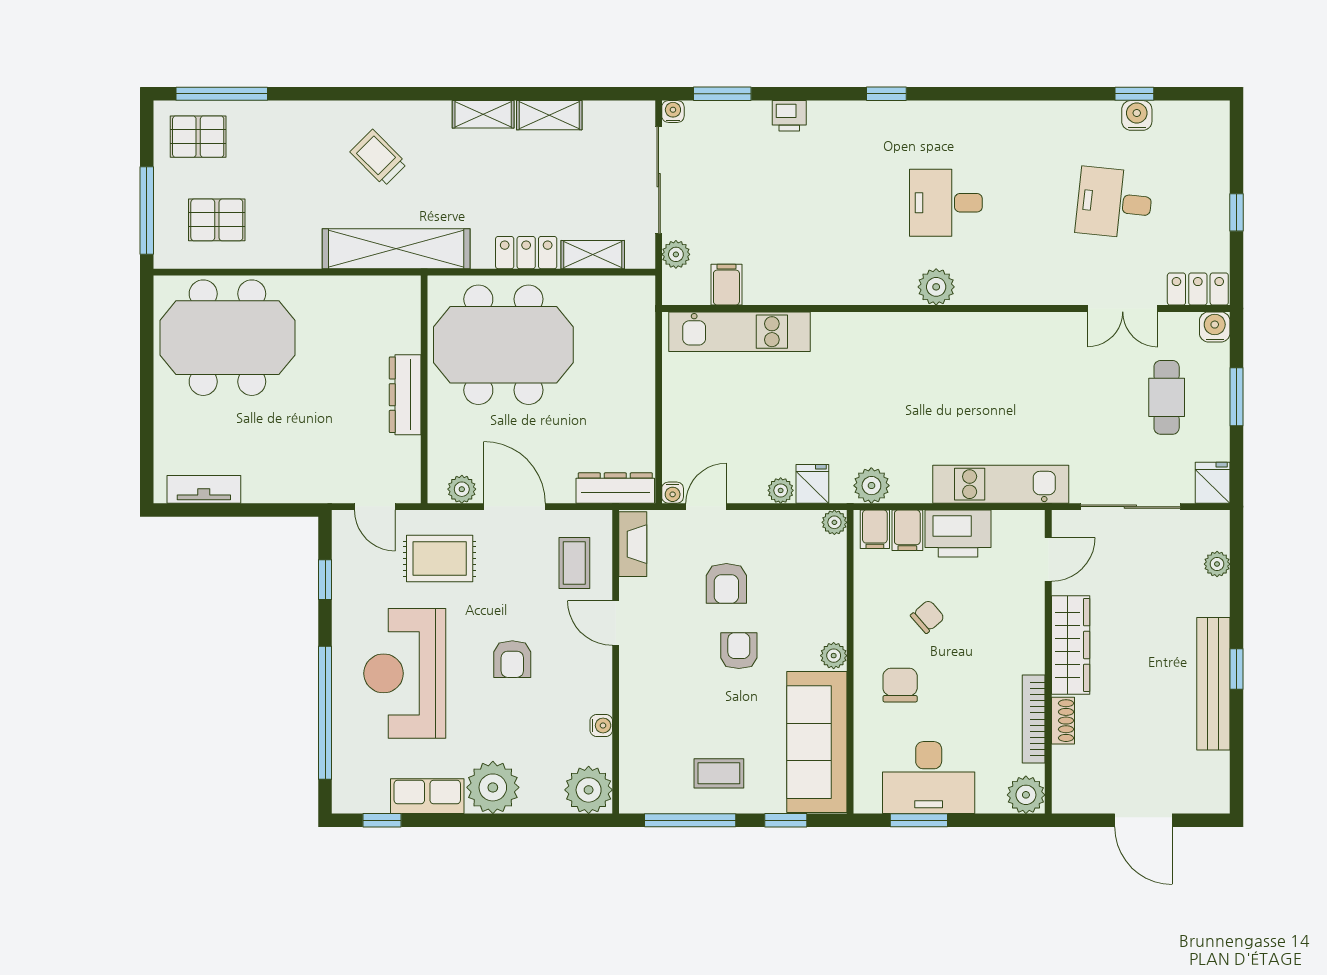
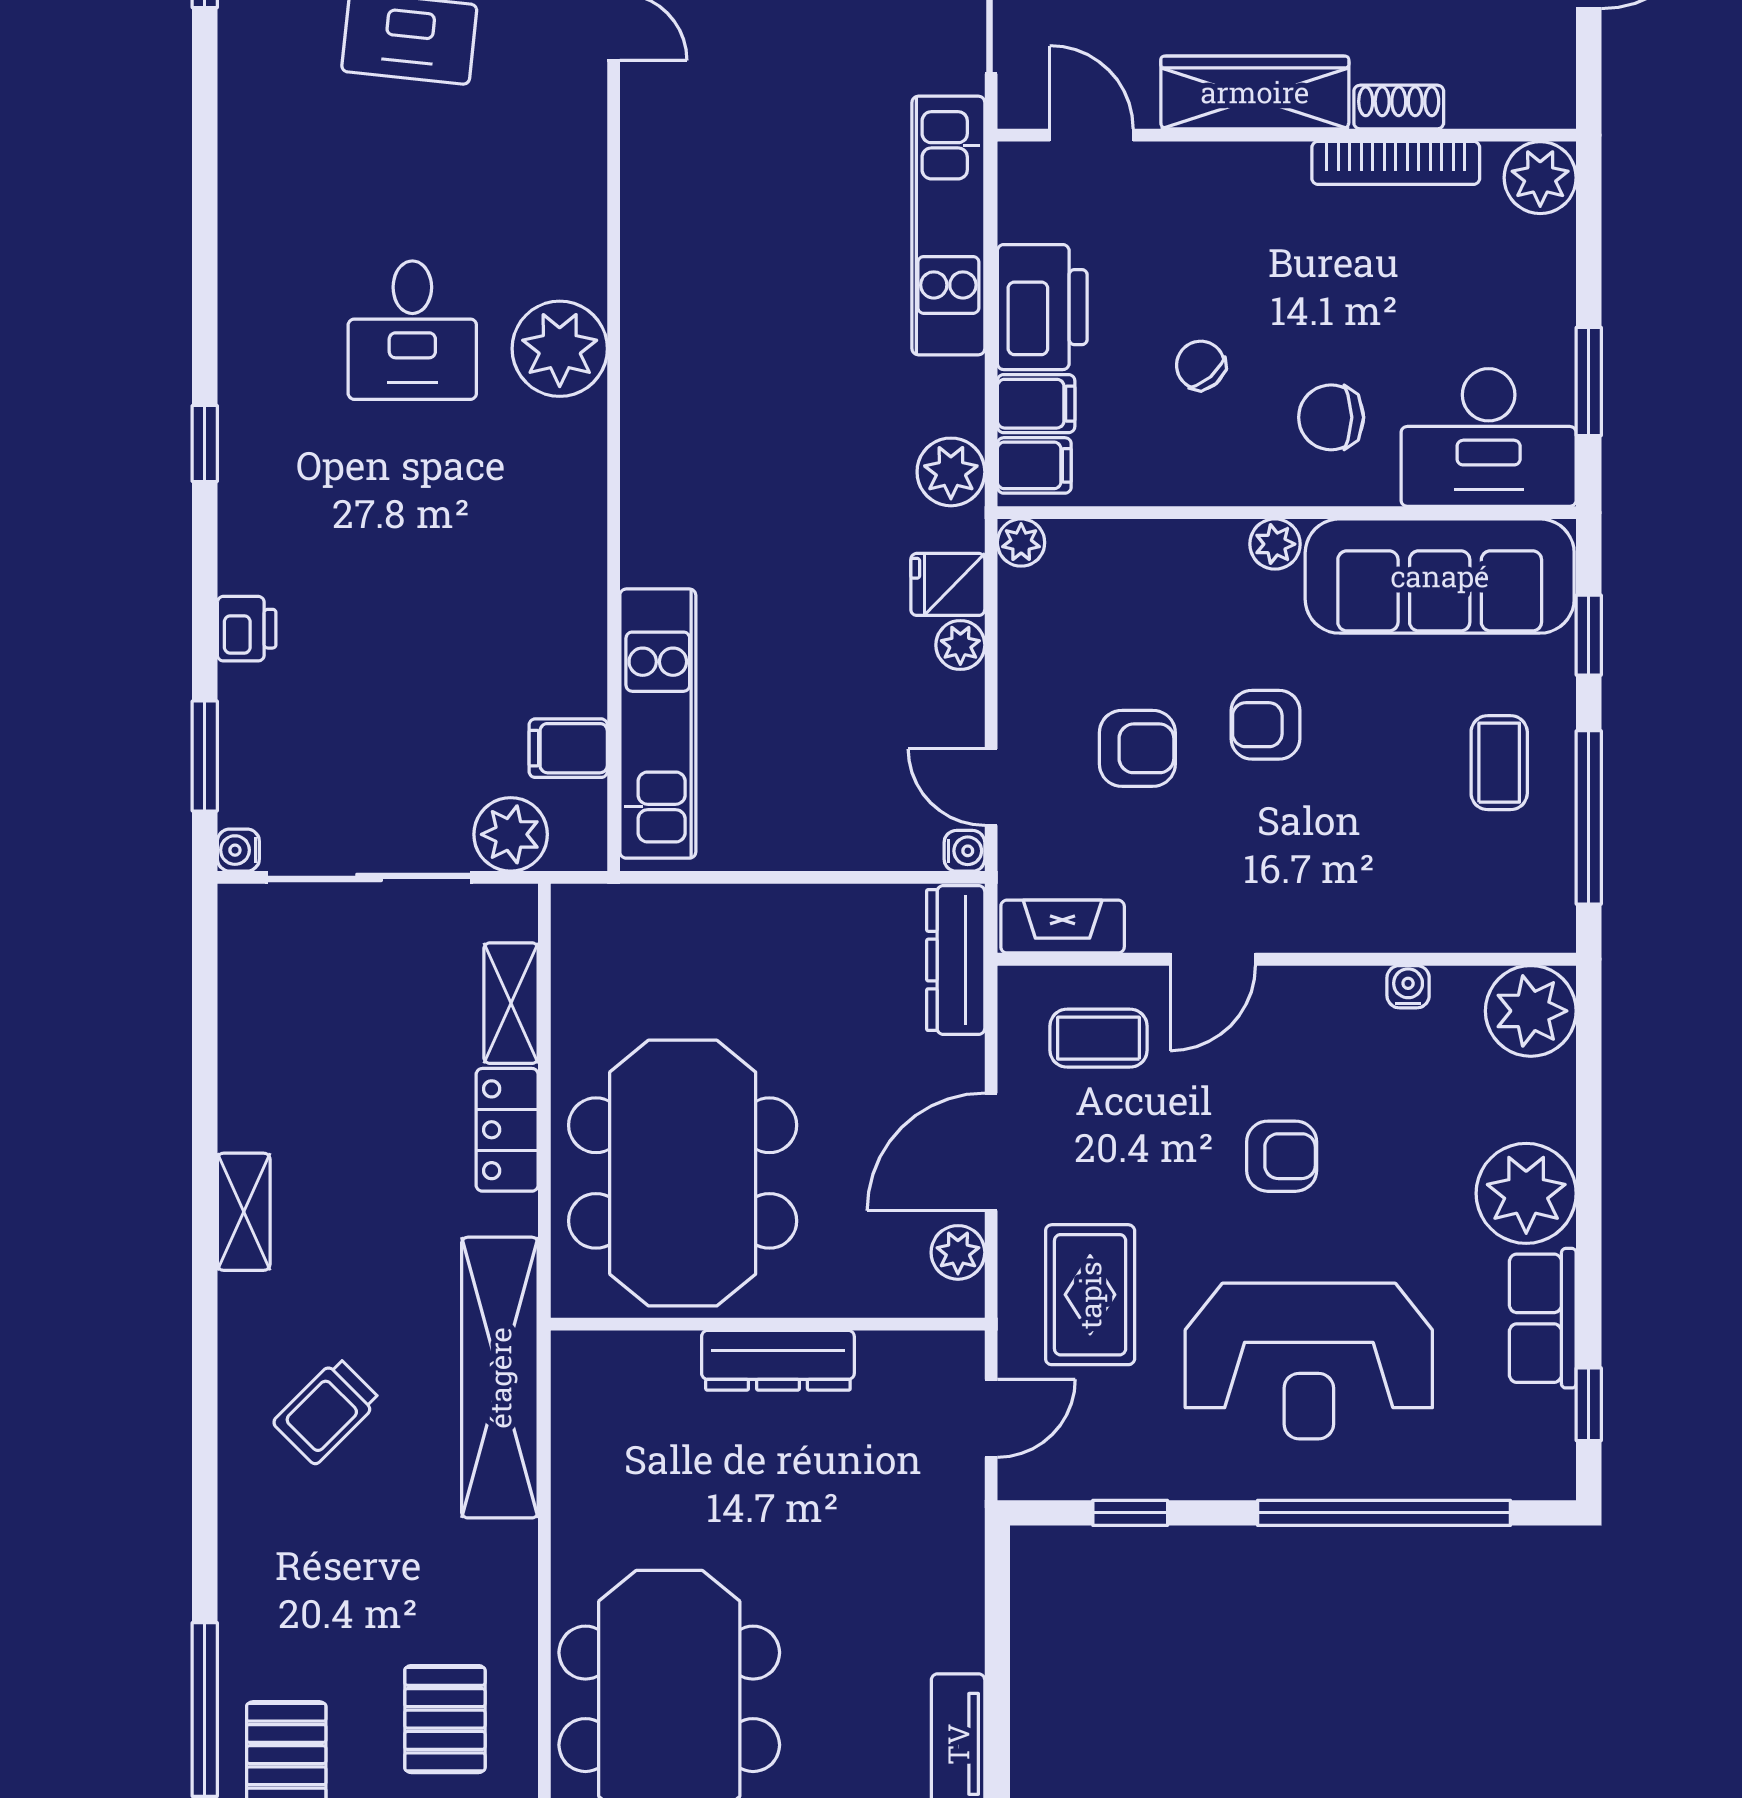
shelving: (549, 115) -> (245, 1086), removed
plant: (676, 254) -> (511, 834), width x1.38, depth x1.38
plant: (936, 287) -> (560, 349), width x1.36, depth x1.36
desk: (929, 778) -> (1489, 437), moved, turned 90

